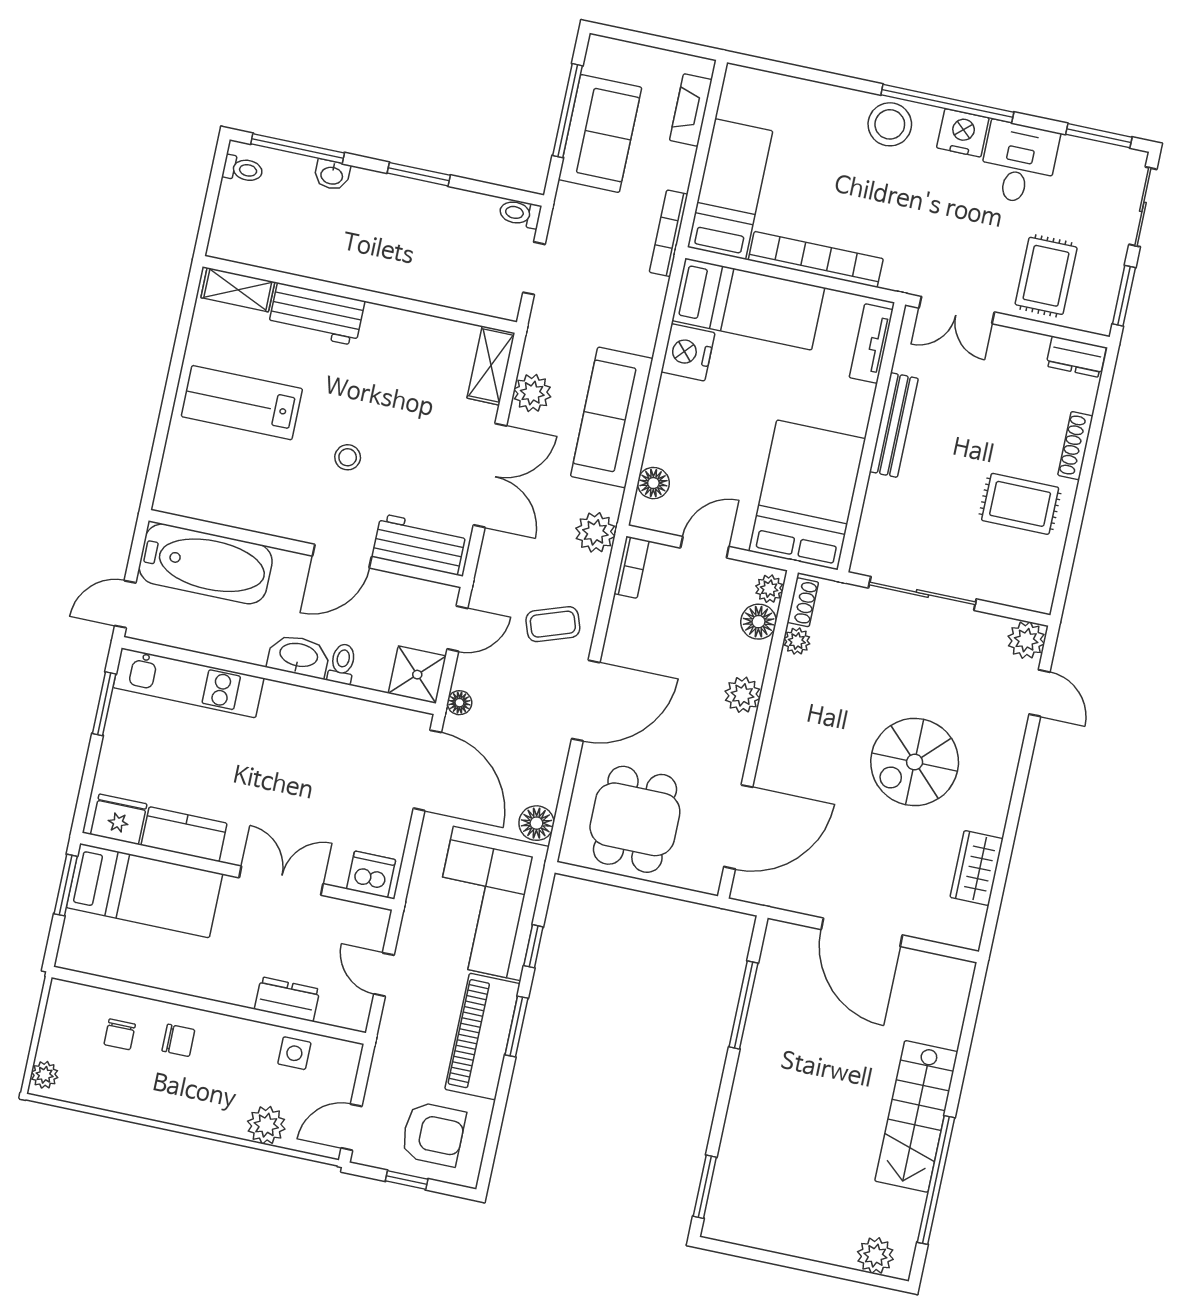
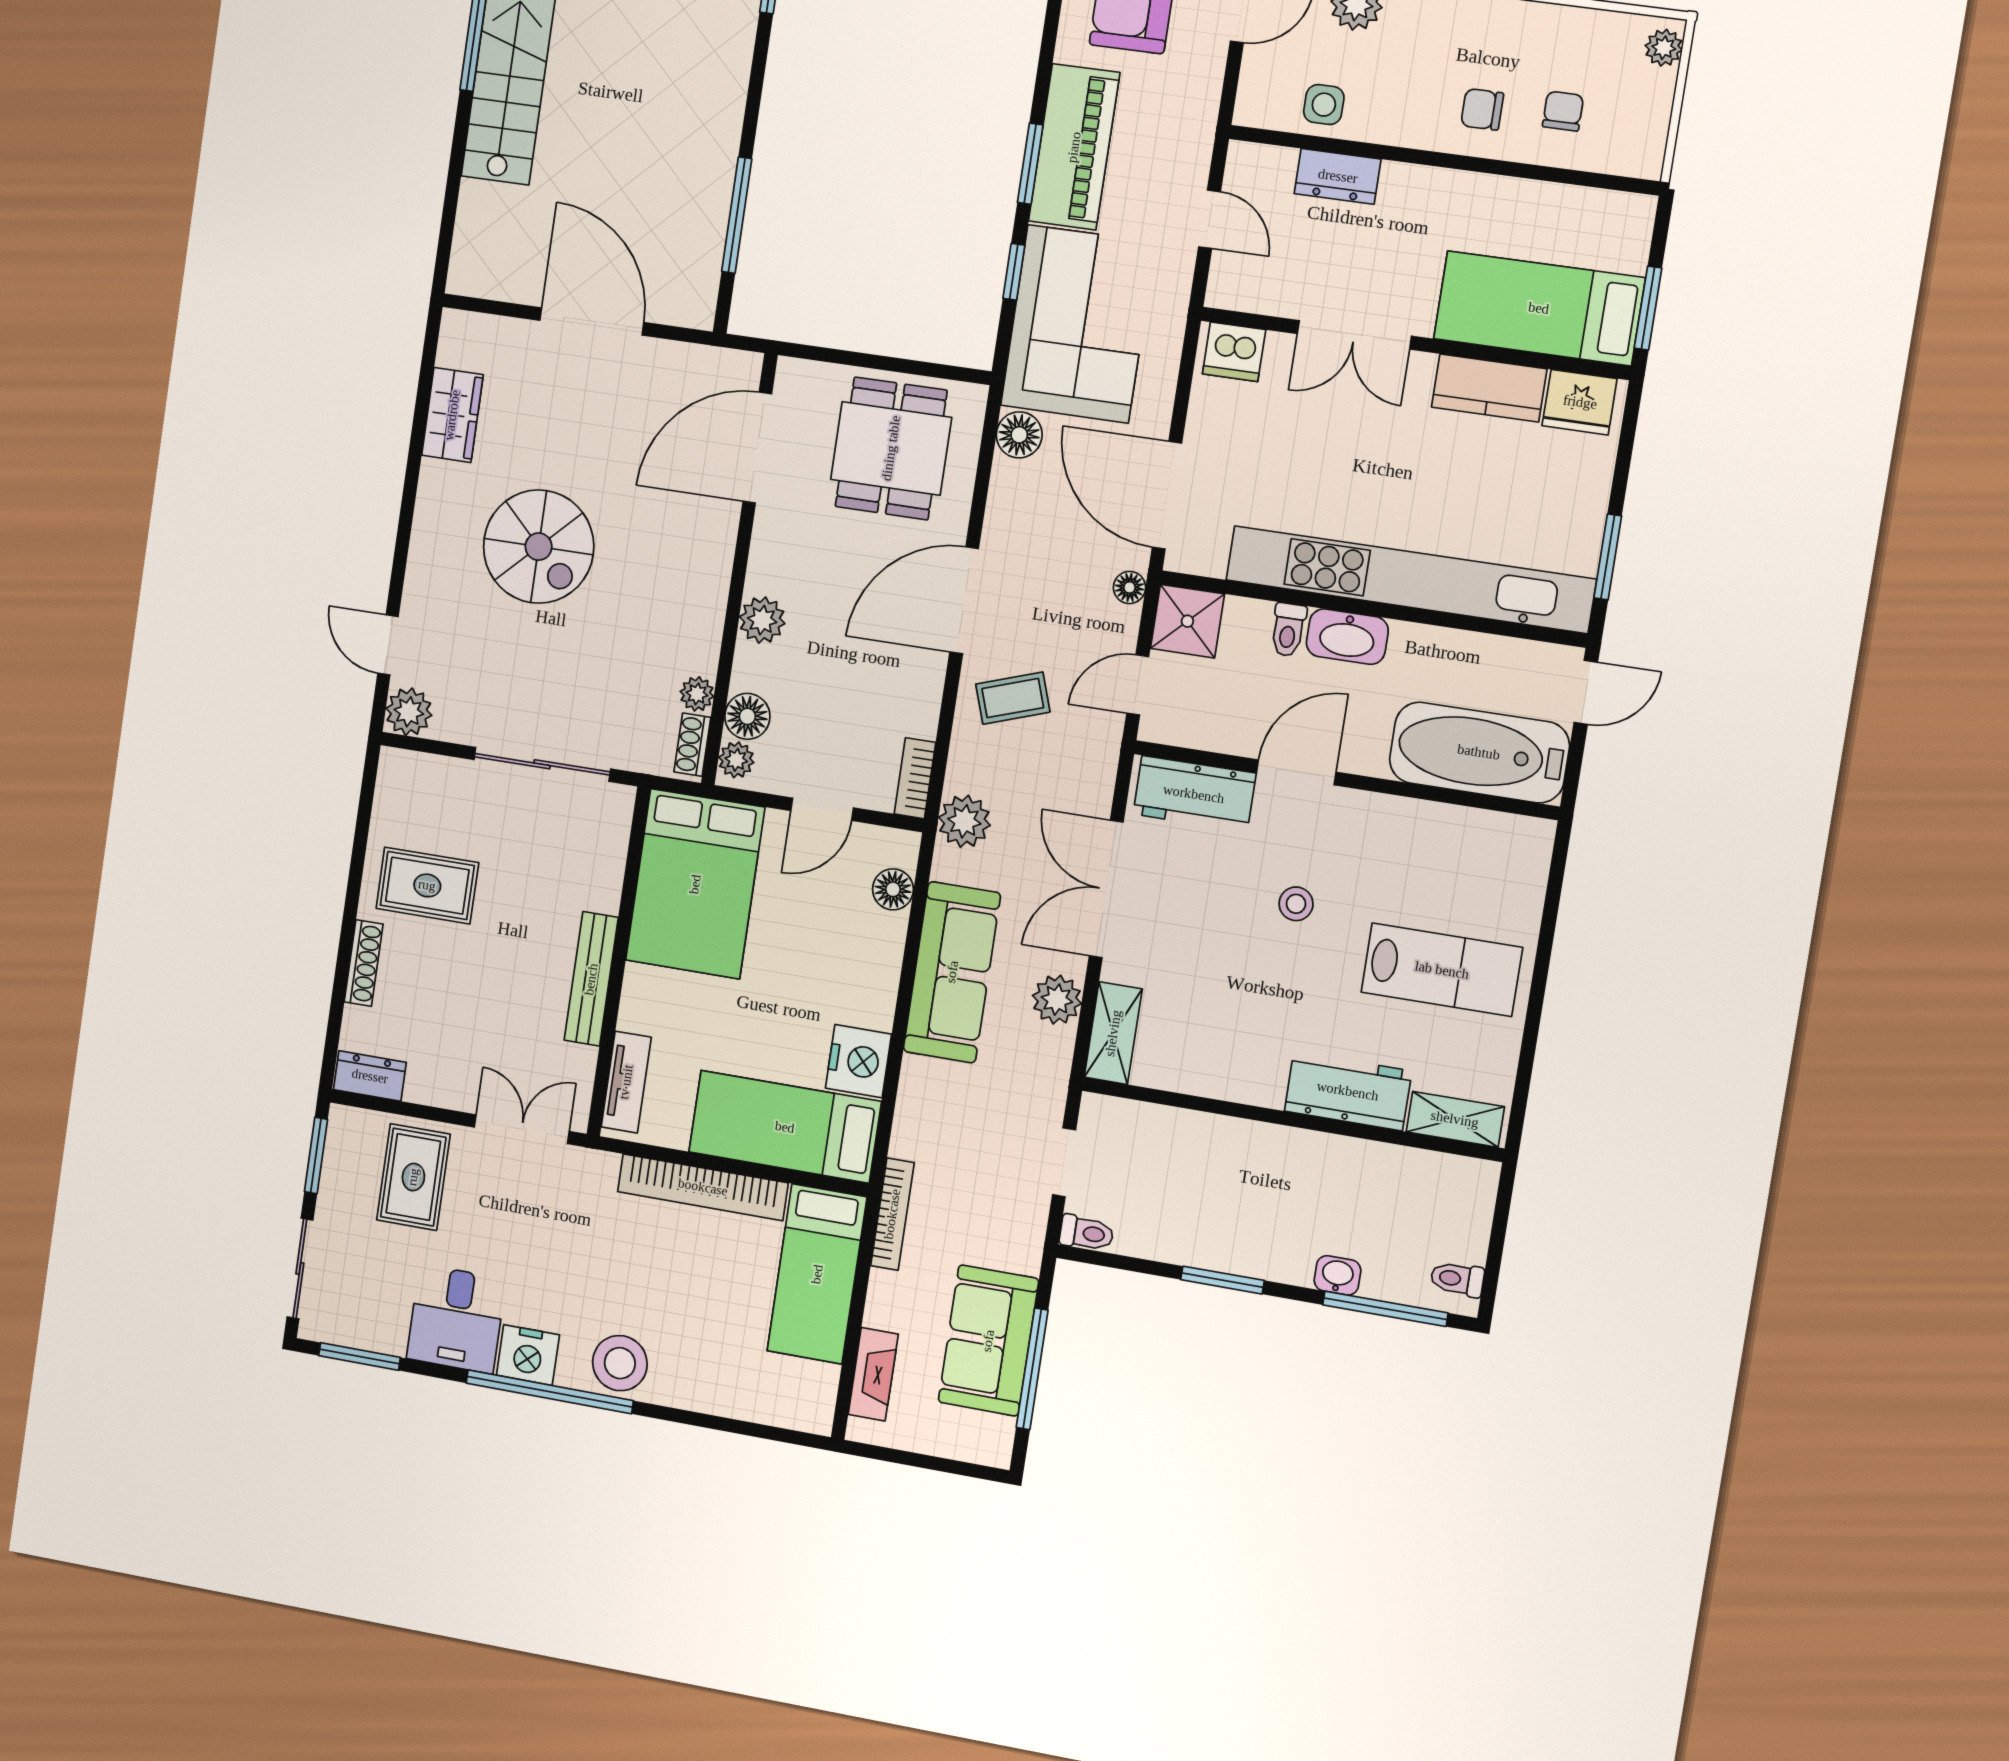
kitchen unit: (188, 683) -> (1410, 580), width x1.86
spiral stairs: (915, 762) -> (539, 547), turned 90

